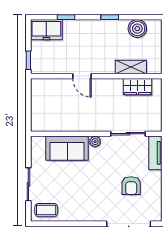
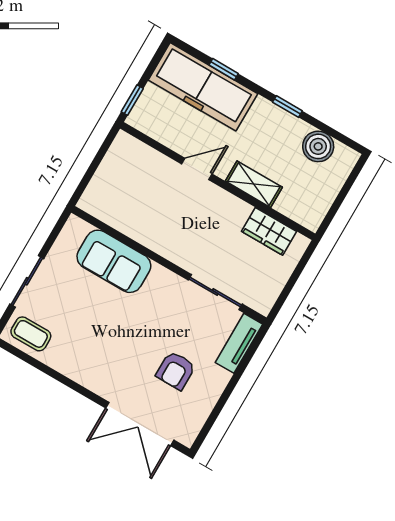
freezer: (46, 30) -> (203, 87), width x1.91, depth x1.26
shelving: (131, 67) -> (254, 184), moved
door: (82, 76) -> (197, 169), swing flipped
plant: (95, 142) -> (160, 276), removed

